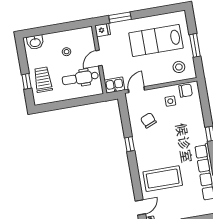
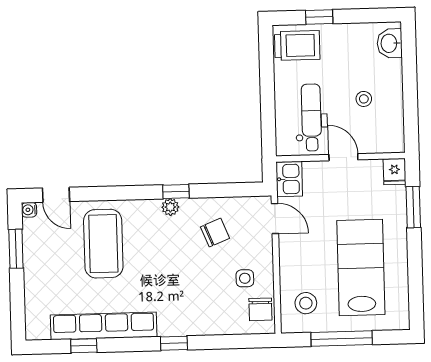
window: (195, 45) -> (342, 339), width x1.44
trolley: (43, 80) -> (297, 45), moved
plant: (138, 146) -> (170, 207), added

